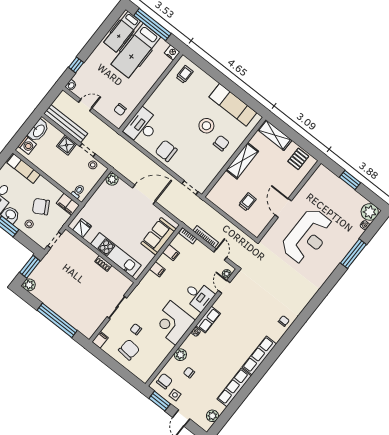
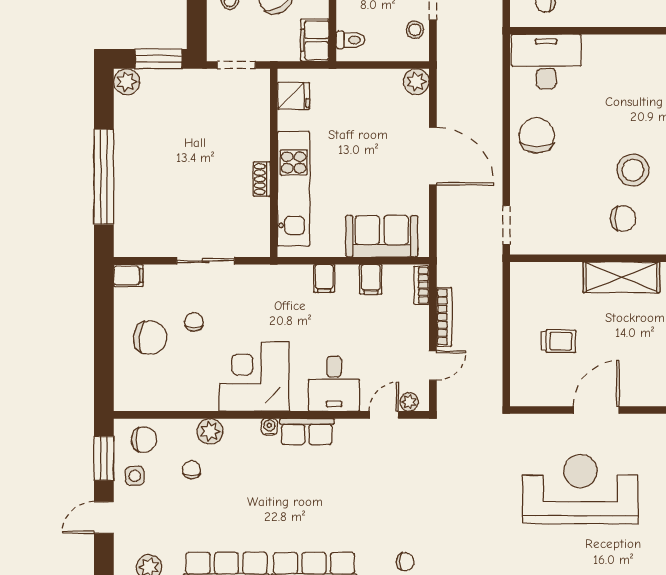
reception desk: (308, 236) -> (580, 489), turned 180

